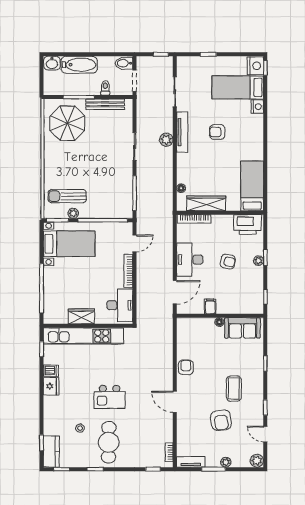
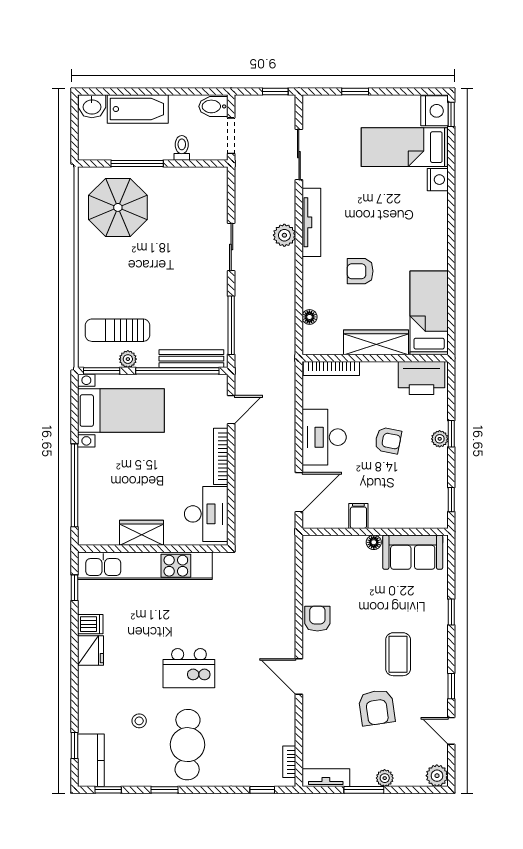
bench: (105, 104) -> (191, 359), moved
armchair: (217, 132) -> (360, 271), moved
wardrobe: (206, 203) -> (376, 342), moved

